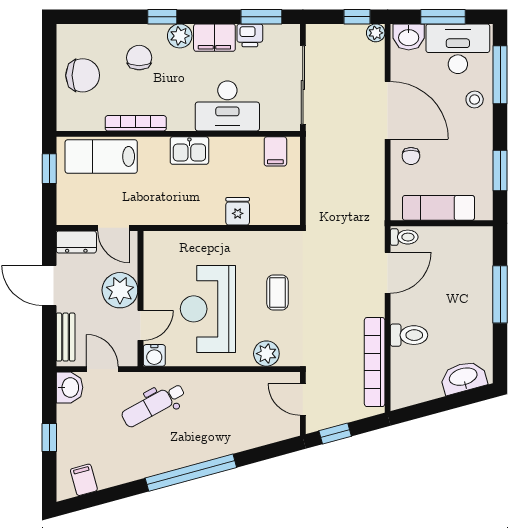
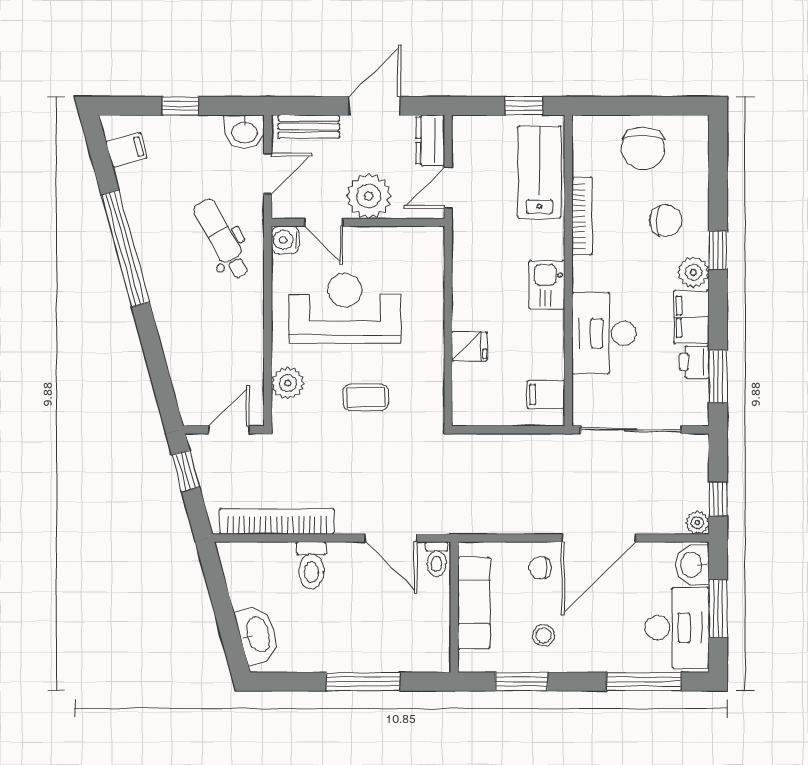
stool: (475, 99) -> (543, 635), moved
window: (191, 473) -> (125, 248), moved

